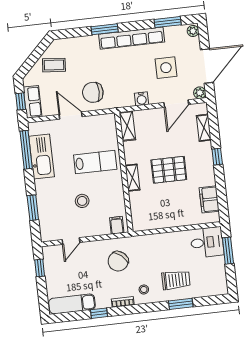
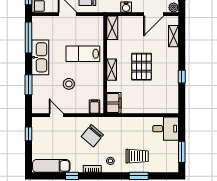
kitchen sink: (42, 157) -> (40, 57), moved
window: (217, 157) -> (182, 77), moved
lab bench: (95, 162) -> (83, 54), turned 180
pallet: (169, 170) -> (142, 67), turned 90
filing cabinet: (209, 199) -> (114, 103), moved, turned 180
door: (71, 241) -> (56, 115), swing flipped
window: (228, 251) -> (182, 152), moved

